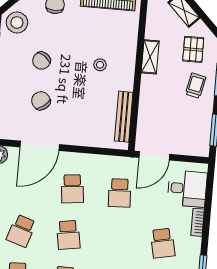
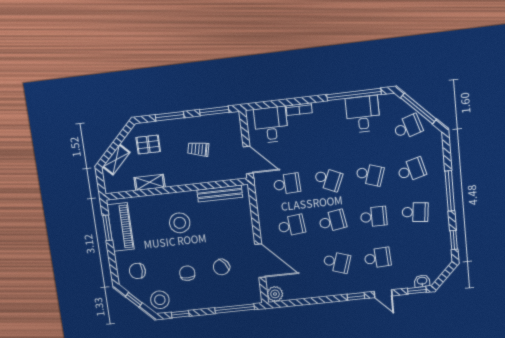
shelving: (150, 57) -> (150, 182), moved
chair: (41, 61) -> (187, 273), turned -126
stool: (100, 65) -> (180, 223), width x1.89, depth x1.89
trolley: (196, 86) -> (198, 149), moved
school desk: (163, 243) -> (328, 179), moved, turned 36

